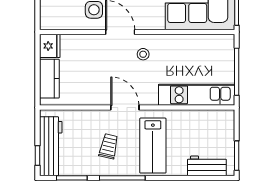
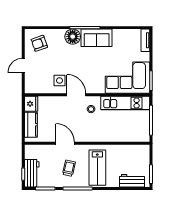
kitchen unit: (197, 95) -> (125, 103), moved, turned 180
door: (125, 108) -> (65, 143), moved
workbench: (51, 146) -> (32, 173), width x0.73

